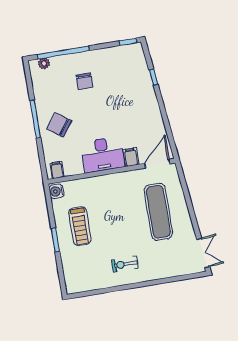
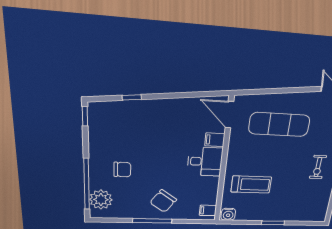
plant: (44, 63) -> (101, 200), width x1.87, depth x1.87
desk: (102, 155) -> (205, 162), width x0.73
treadmill: (80, 226) -> (251, 184), moved

